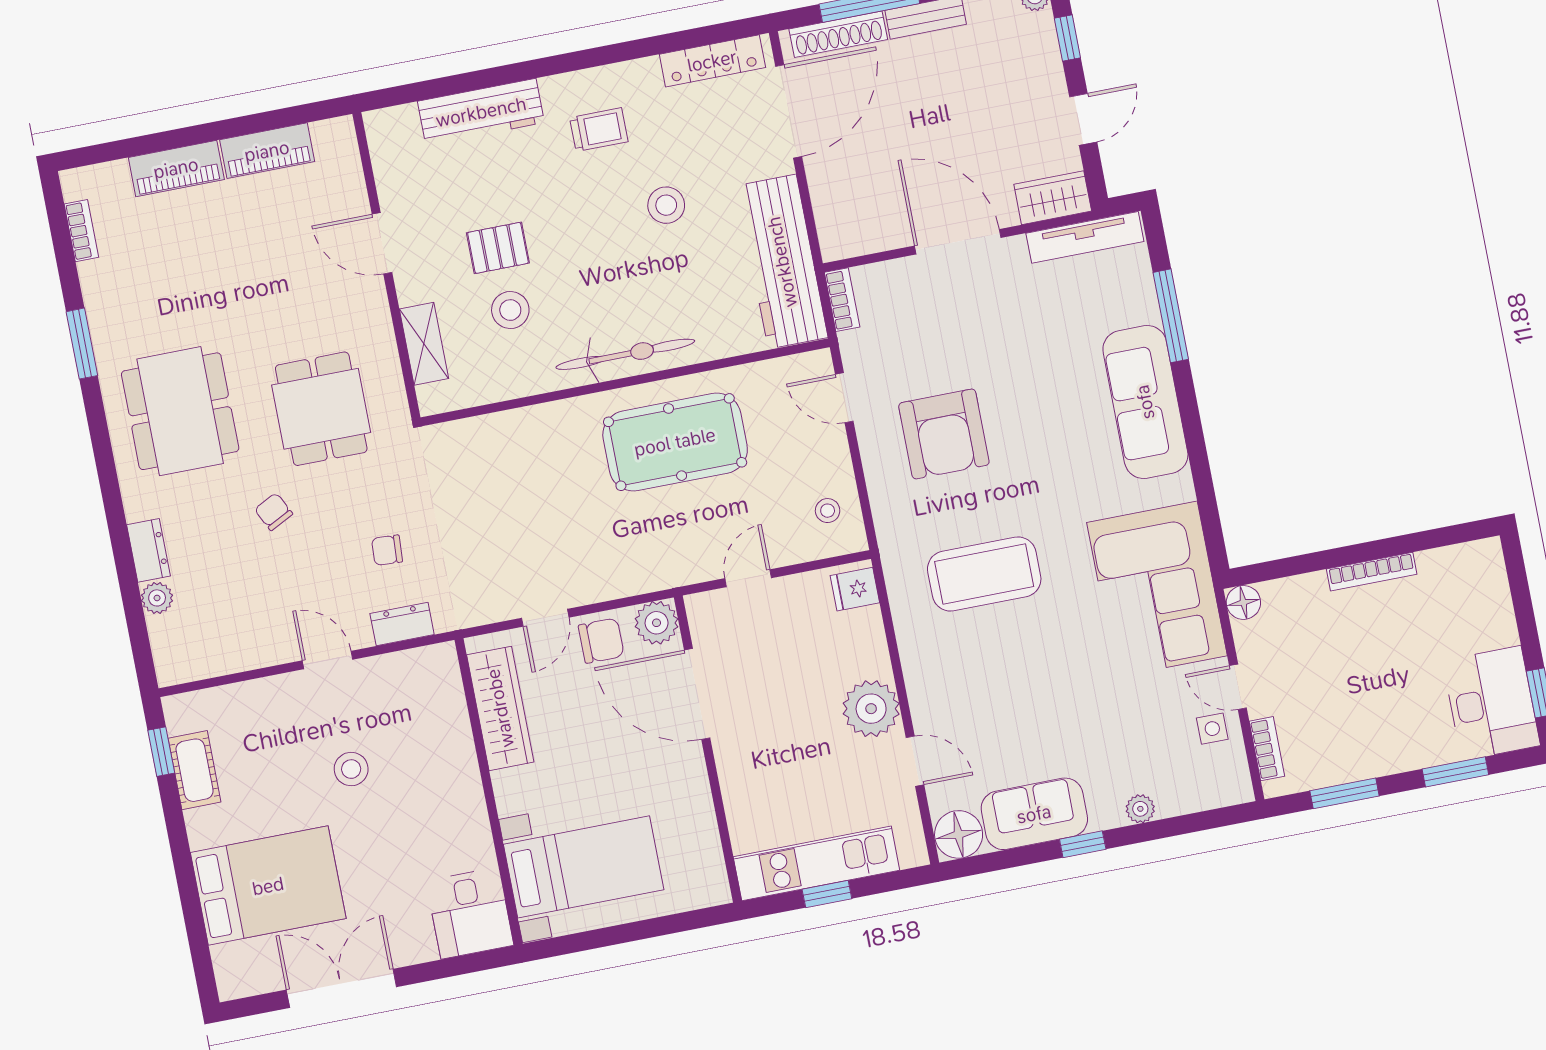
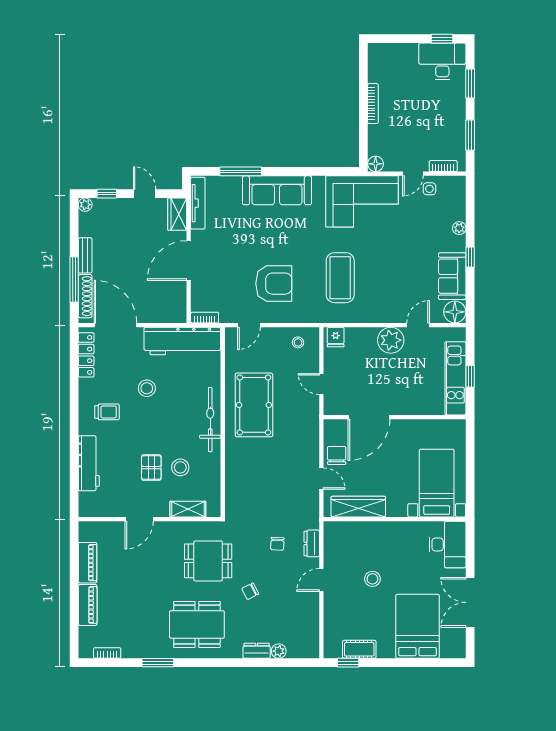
trolley: (599, 130) -> (107, 412), turned 90
plant: (657, 623) -> (333, 429), removed
desk: (470, 913) -> (447, 544), width x1.37

